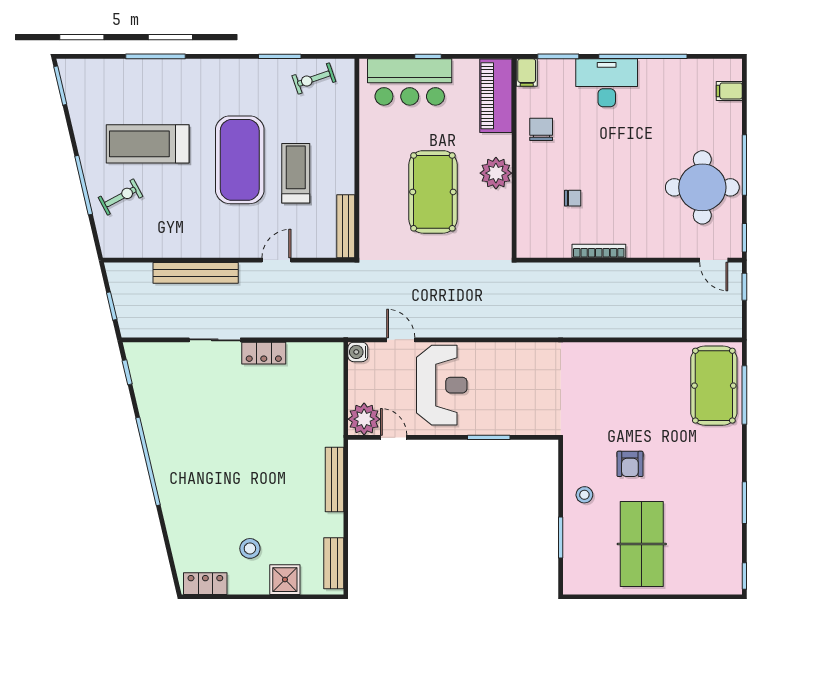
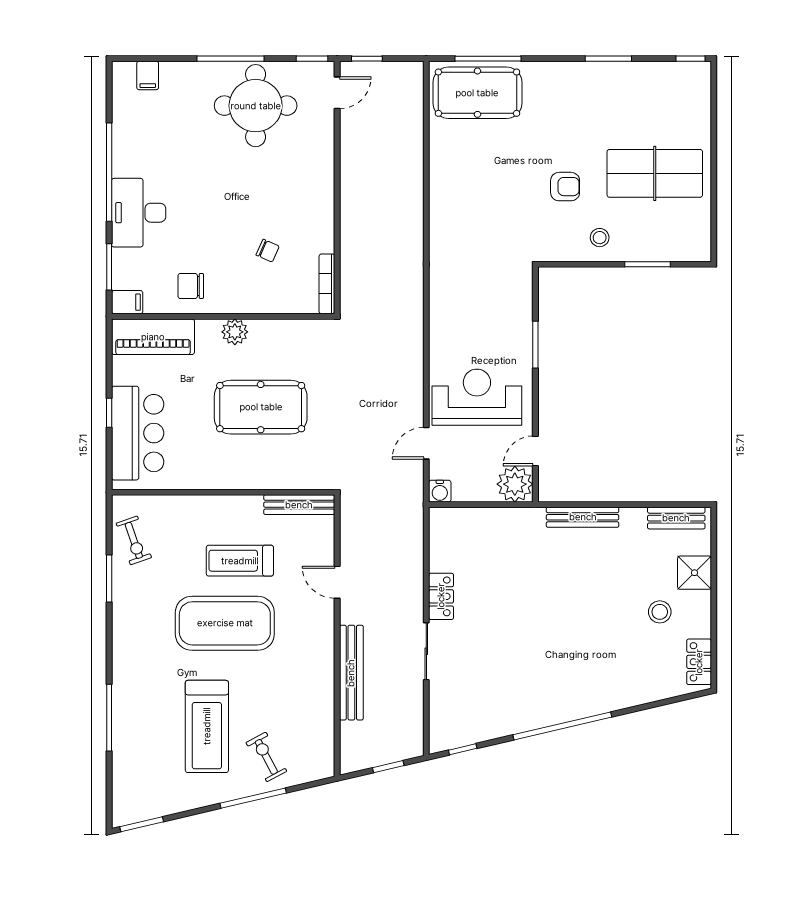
plant: (496, 173) -> (235, 332), width x0.73, depth x0.73
chair: (573, 198) -> (268, 251), turned 114
bookcase: (599, 251) -> (327, 284), moved

